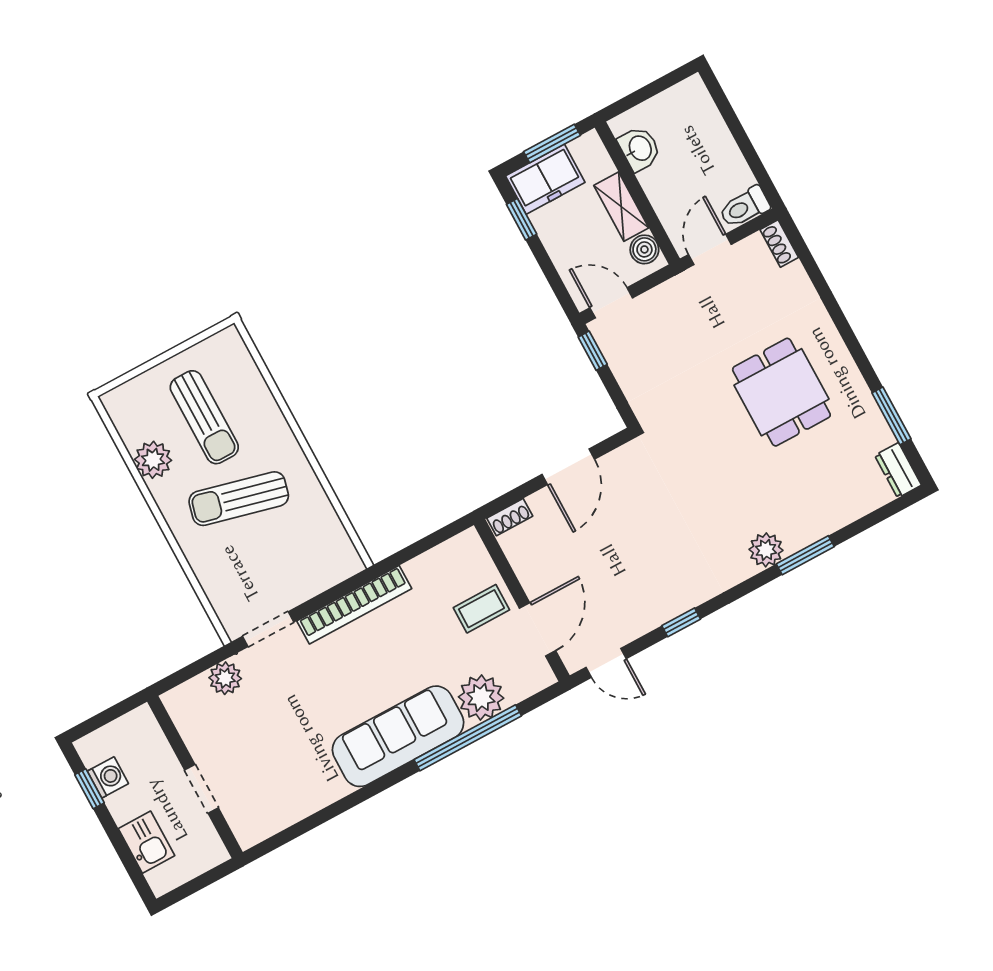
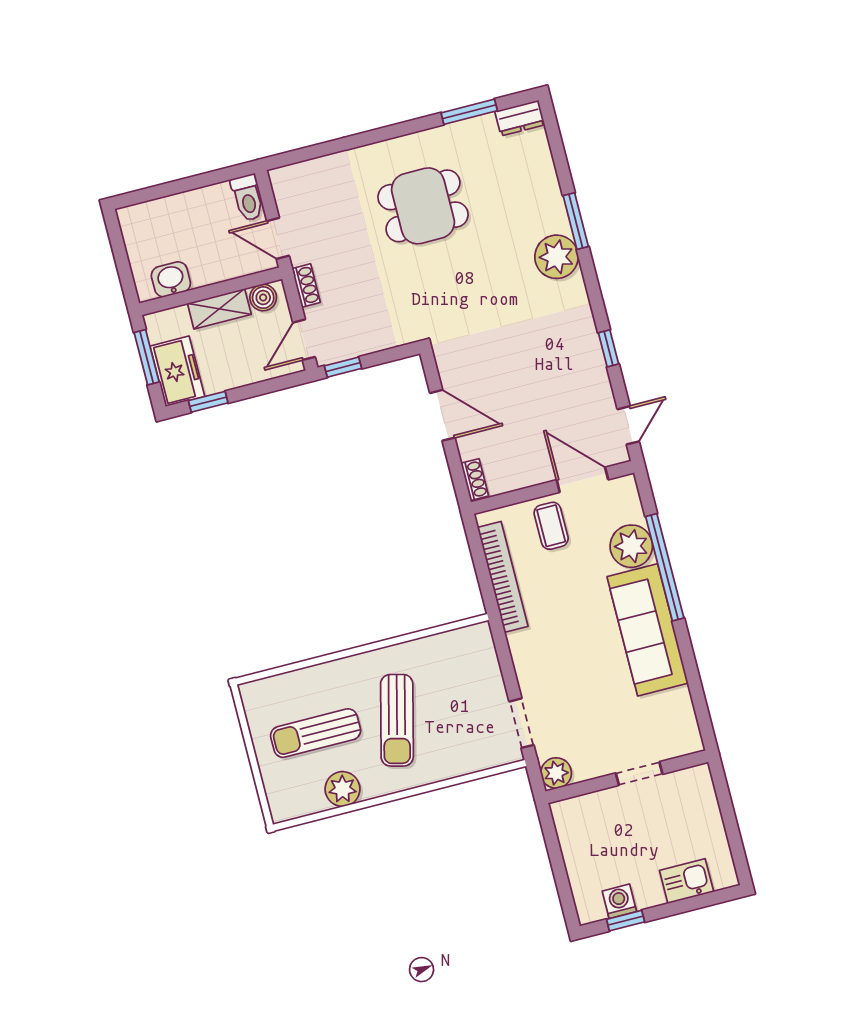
shoe rack: (779, 244) -> (306, 285), moved, turned -90
sun lounger: (204, 417) -> (316, 733), turned 180
plant: (766, 550) -> (556, 257), width x1.36, depth x1.36
bookcase: (354, 605) -> (503, 577), moved
wall: (195, 777) -> (627, 777), moved
doorway: (201, 789) -> (639, 774), moved

